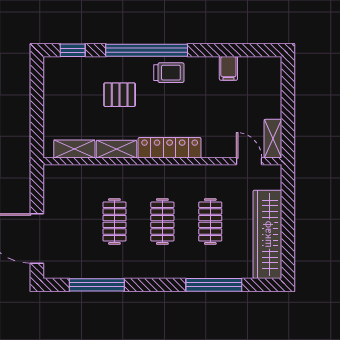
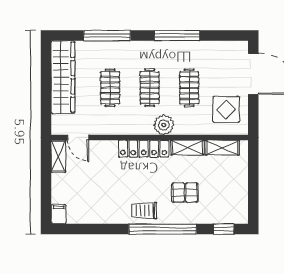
filing cabinet: (228, 68) -> (59, 214), moved
plant: (145, 176) -> (164, 125), added
display table: (70, 195) -> (226, 109), added
window: (97, 285) -> (177, 36), moved

